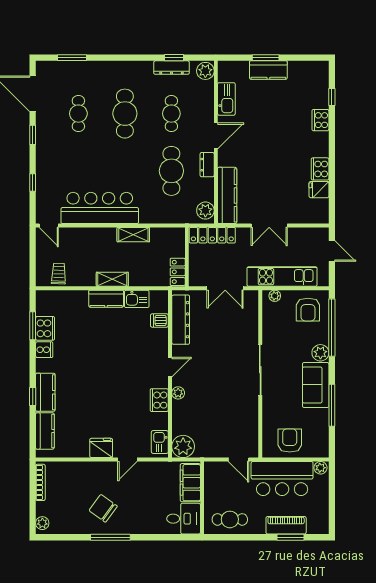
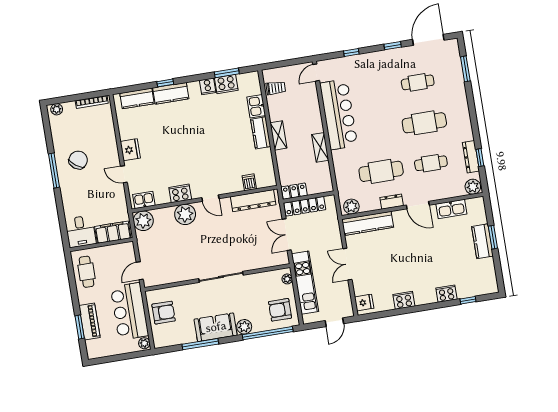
fridge: (319, 190) -> (364, 303), moved, turned 90
locker: (212, 235) -> (305, 206), moved, turned -90
kitchen sink: (137, 299) -> (256, 106), moved
plant: (178, 393) -> (185, 214), width x1.87, depth x1.87

